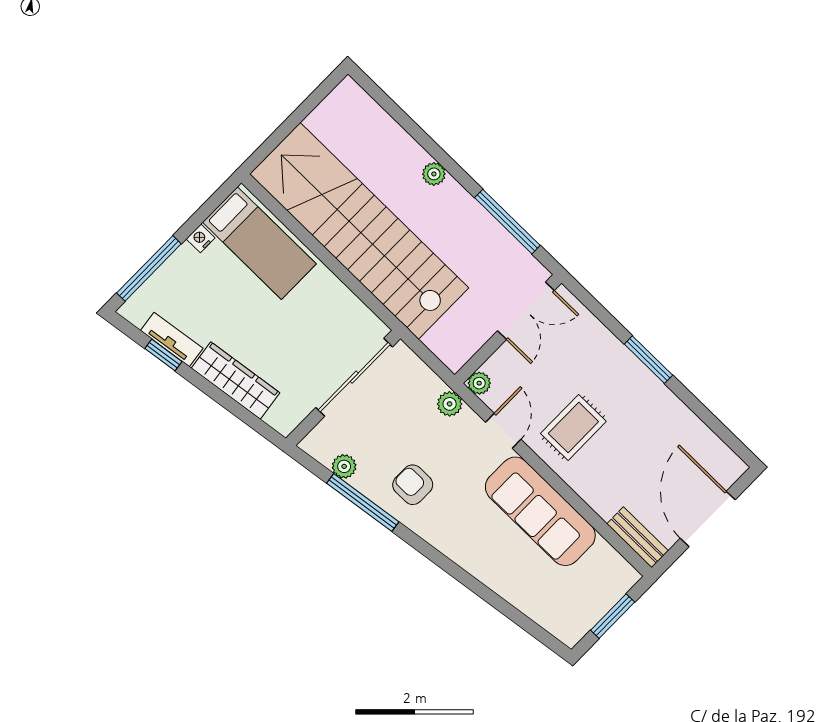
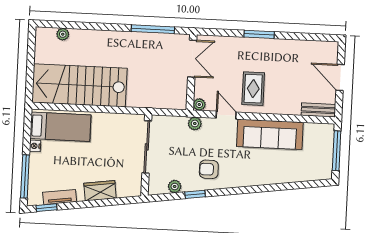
plant: (434, 174) -> (63, 34), moved
stairs: (359, 231) -> (79, 85), width x0.73
window: (163, 355) -> (47, 208), moved
wardrobe: (235, 380) -> (100, 191), width x0.67
window: (363, 503) -> (195, 194), width x0.46
door: (708, 519) -> (340, 77), width x0.73
window: (613, 616) -> (337, 151), width x1.44

